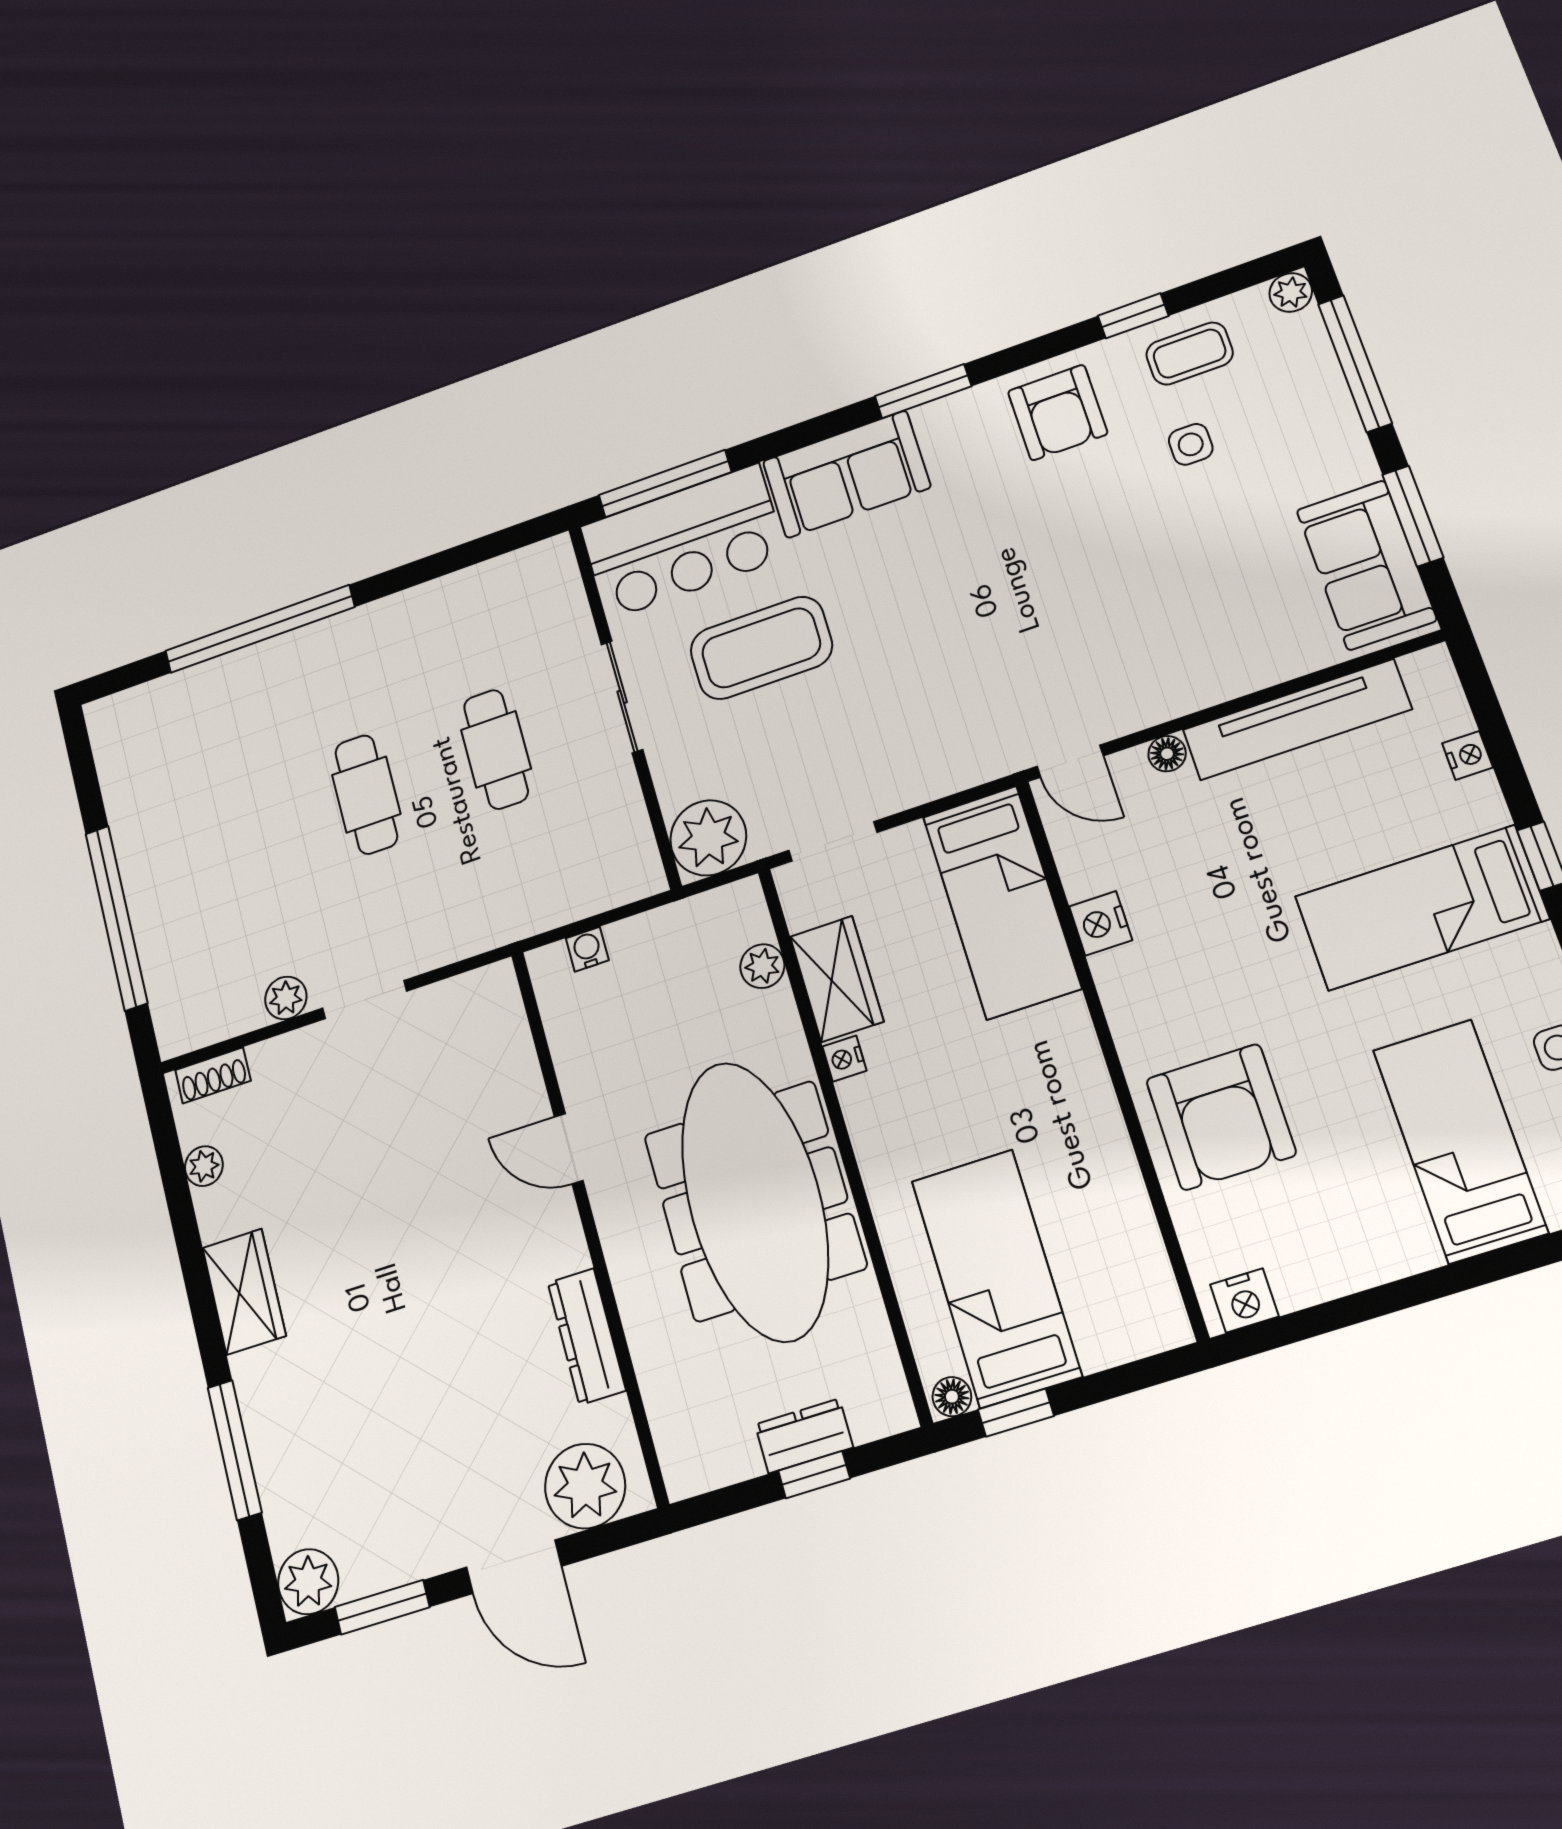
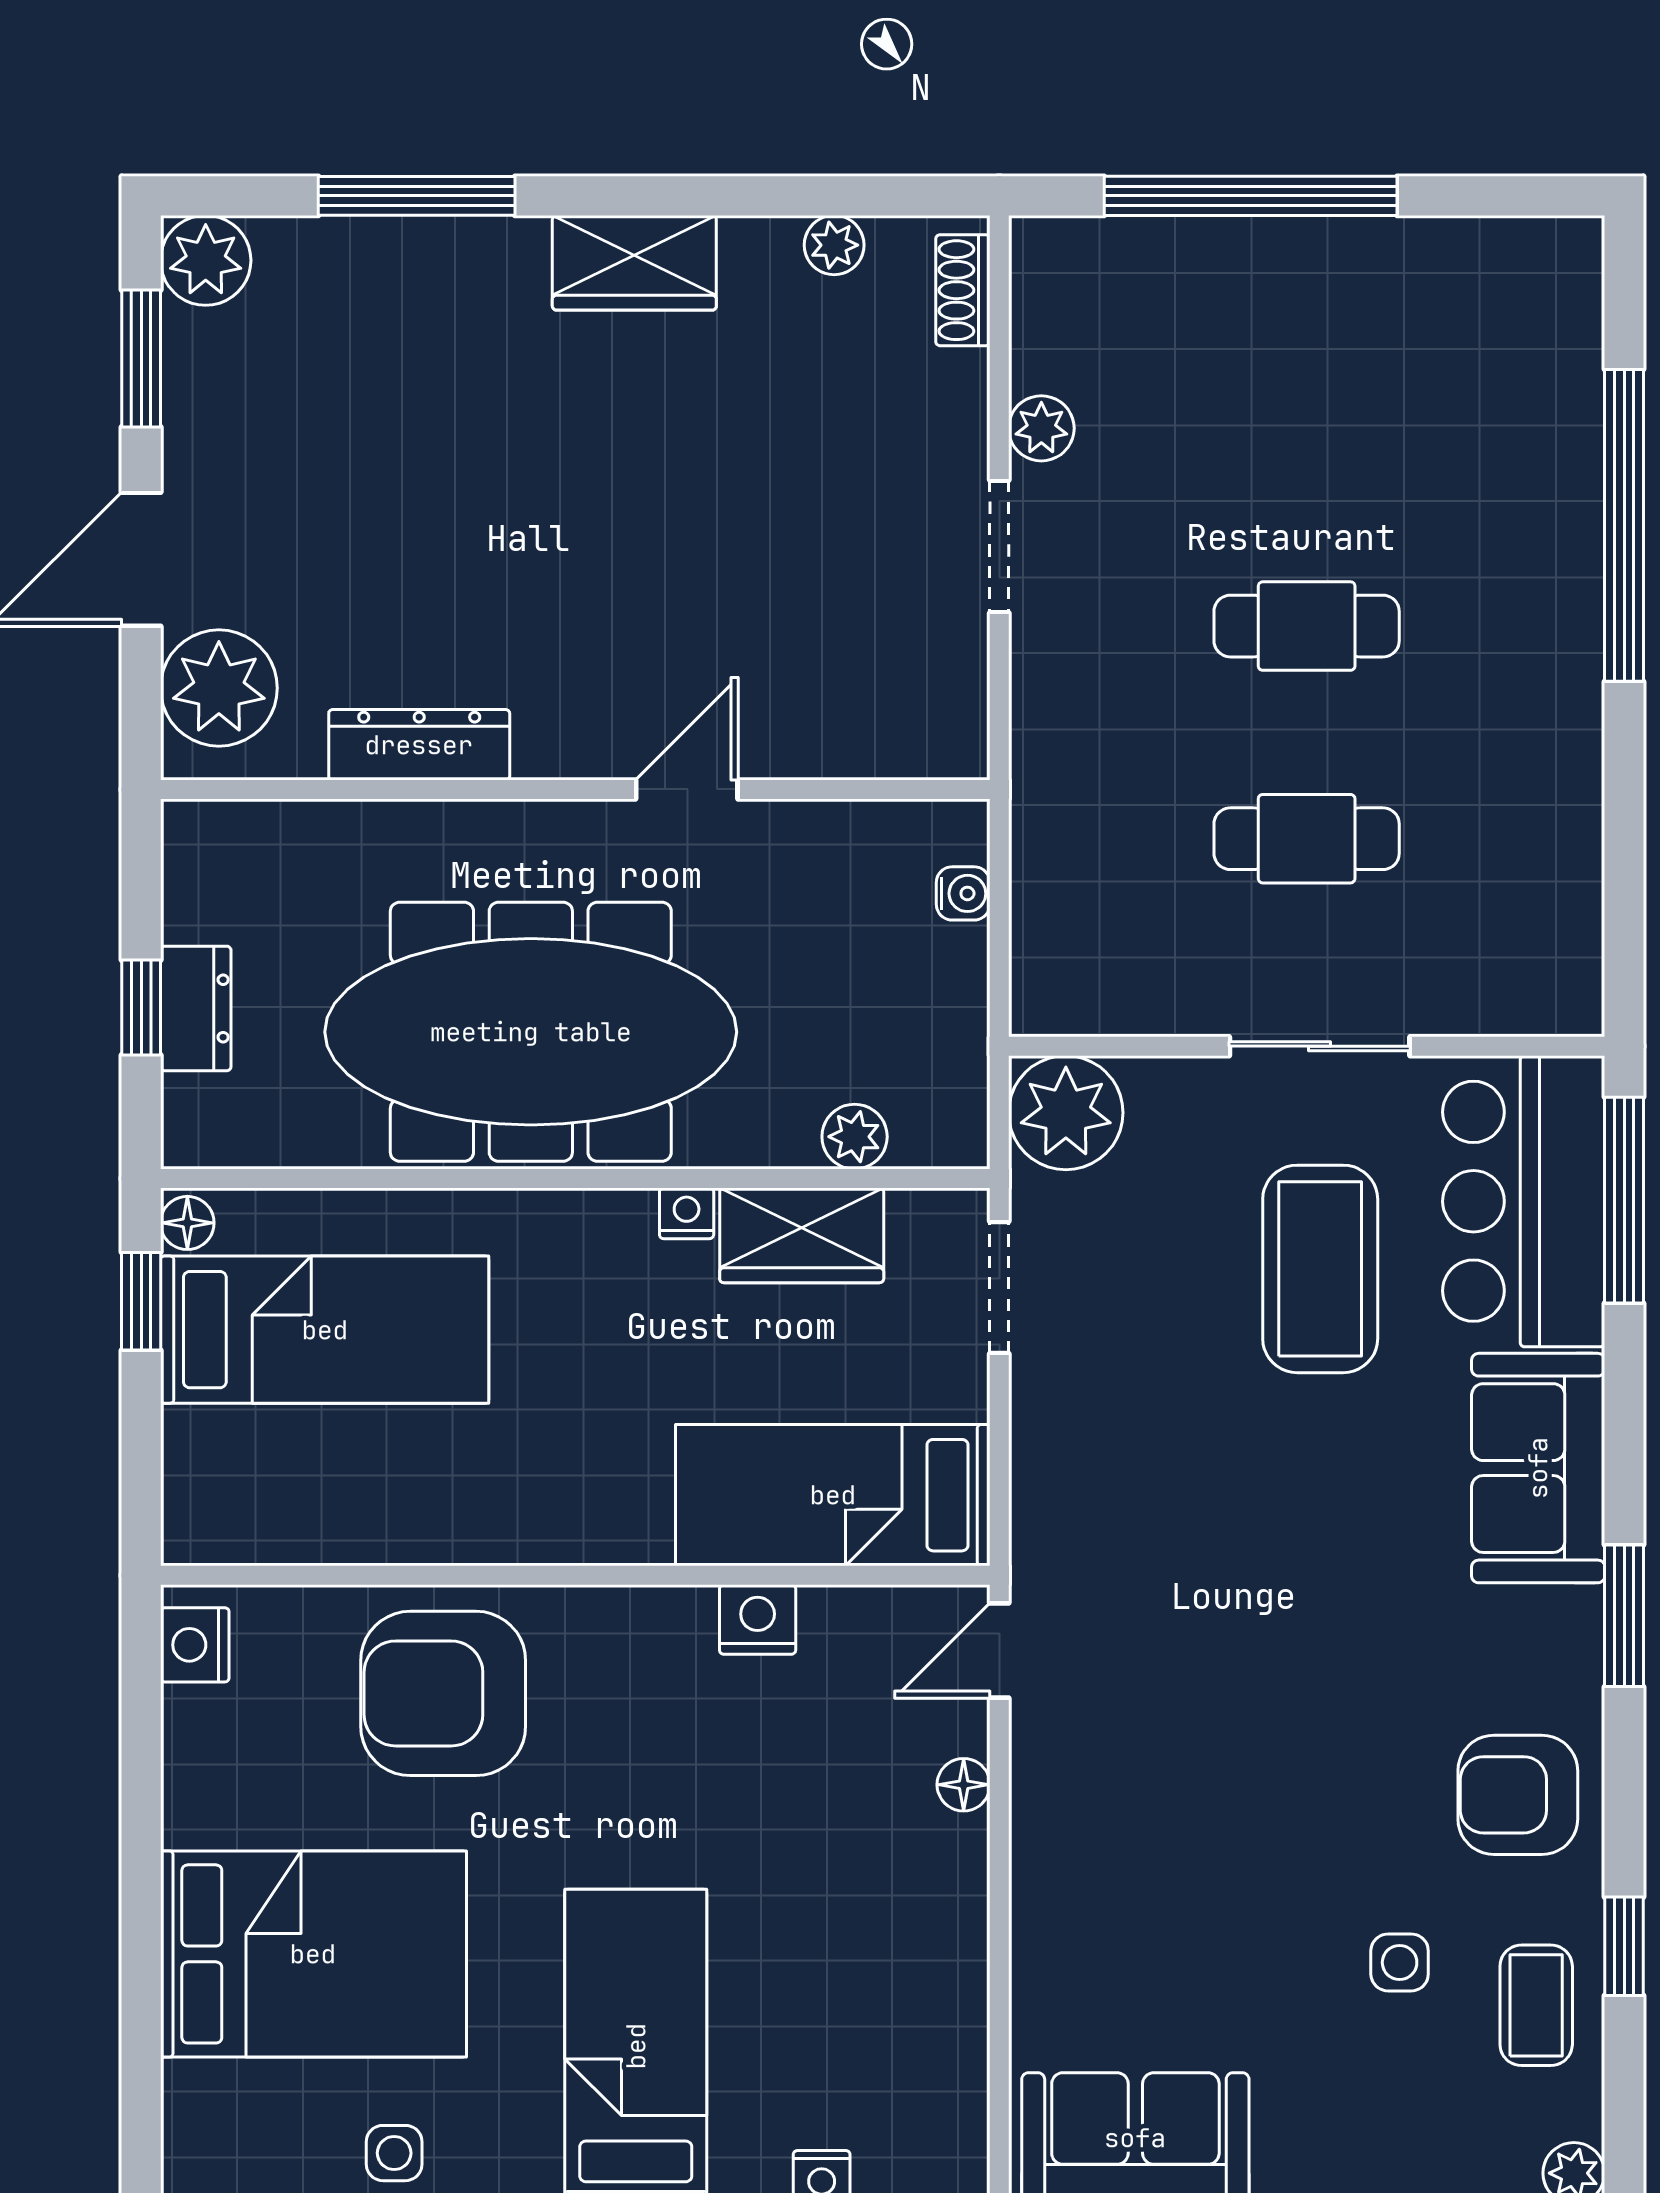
tv unit: (1297, 720) -> (950, 1973), removed
bed: (1460, 1141) -> (313, 1954), width x1.50

